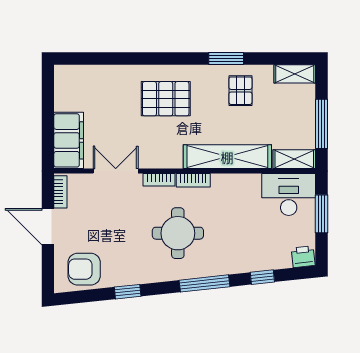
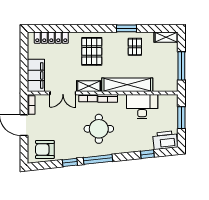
locker: (95, 75) -> (51, 38), added
pallet: (166, 99) -> (92, 51), turned 90
shelving: (294, 159) -> (89, 86), moved
double door: (116, 171) -> (63, 93), swing flipped
desk: (289, 195) -> (142, 107), moved
printer: (303, 257) -> (165, 140), width x1.87, depth x1.48
window: (205, 283) -> (98, 159), moved

